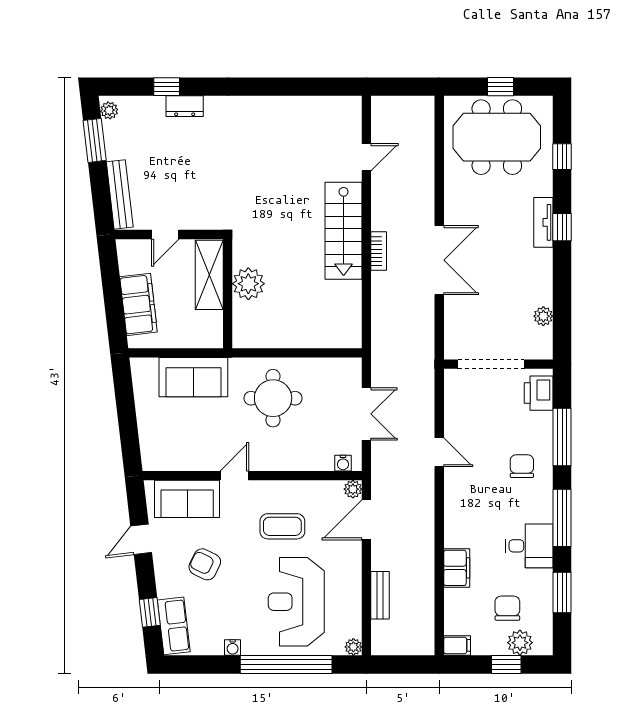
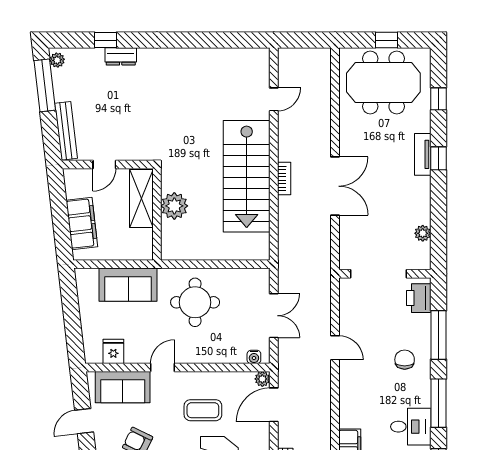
window: (95, 140) -> (45, 85), width x1.44
stairs: (344, 231) -> (247, 176), width x1.36, depth x1.51
fridge: (176, 456) -> (113, 351), added

